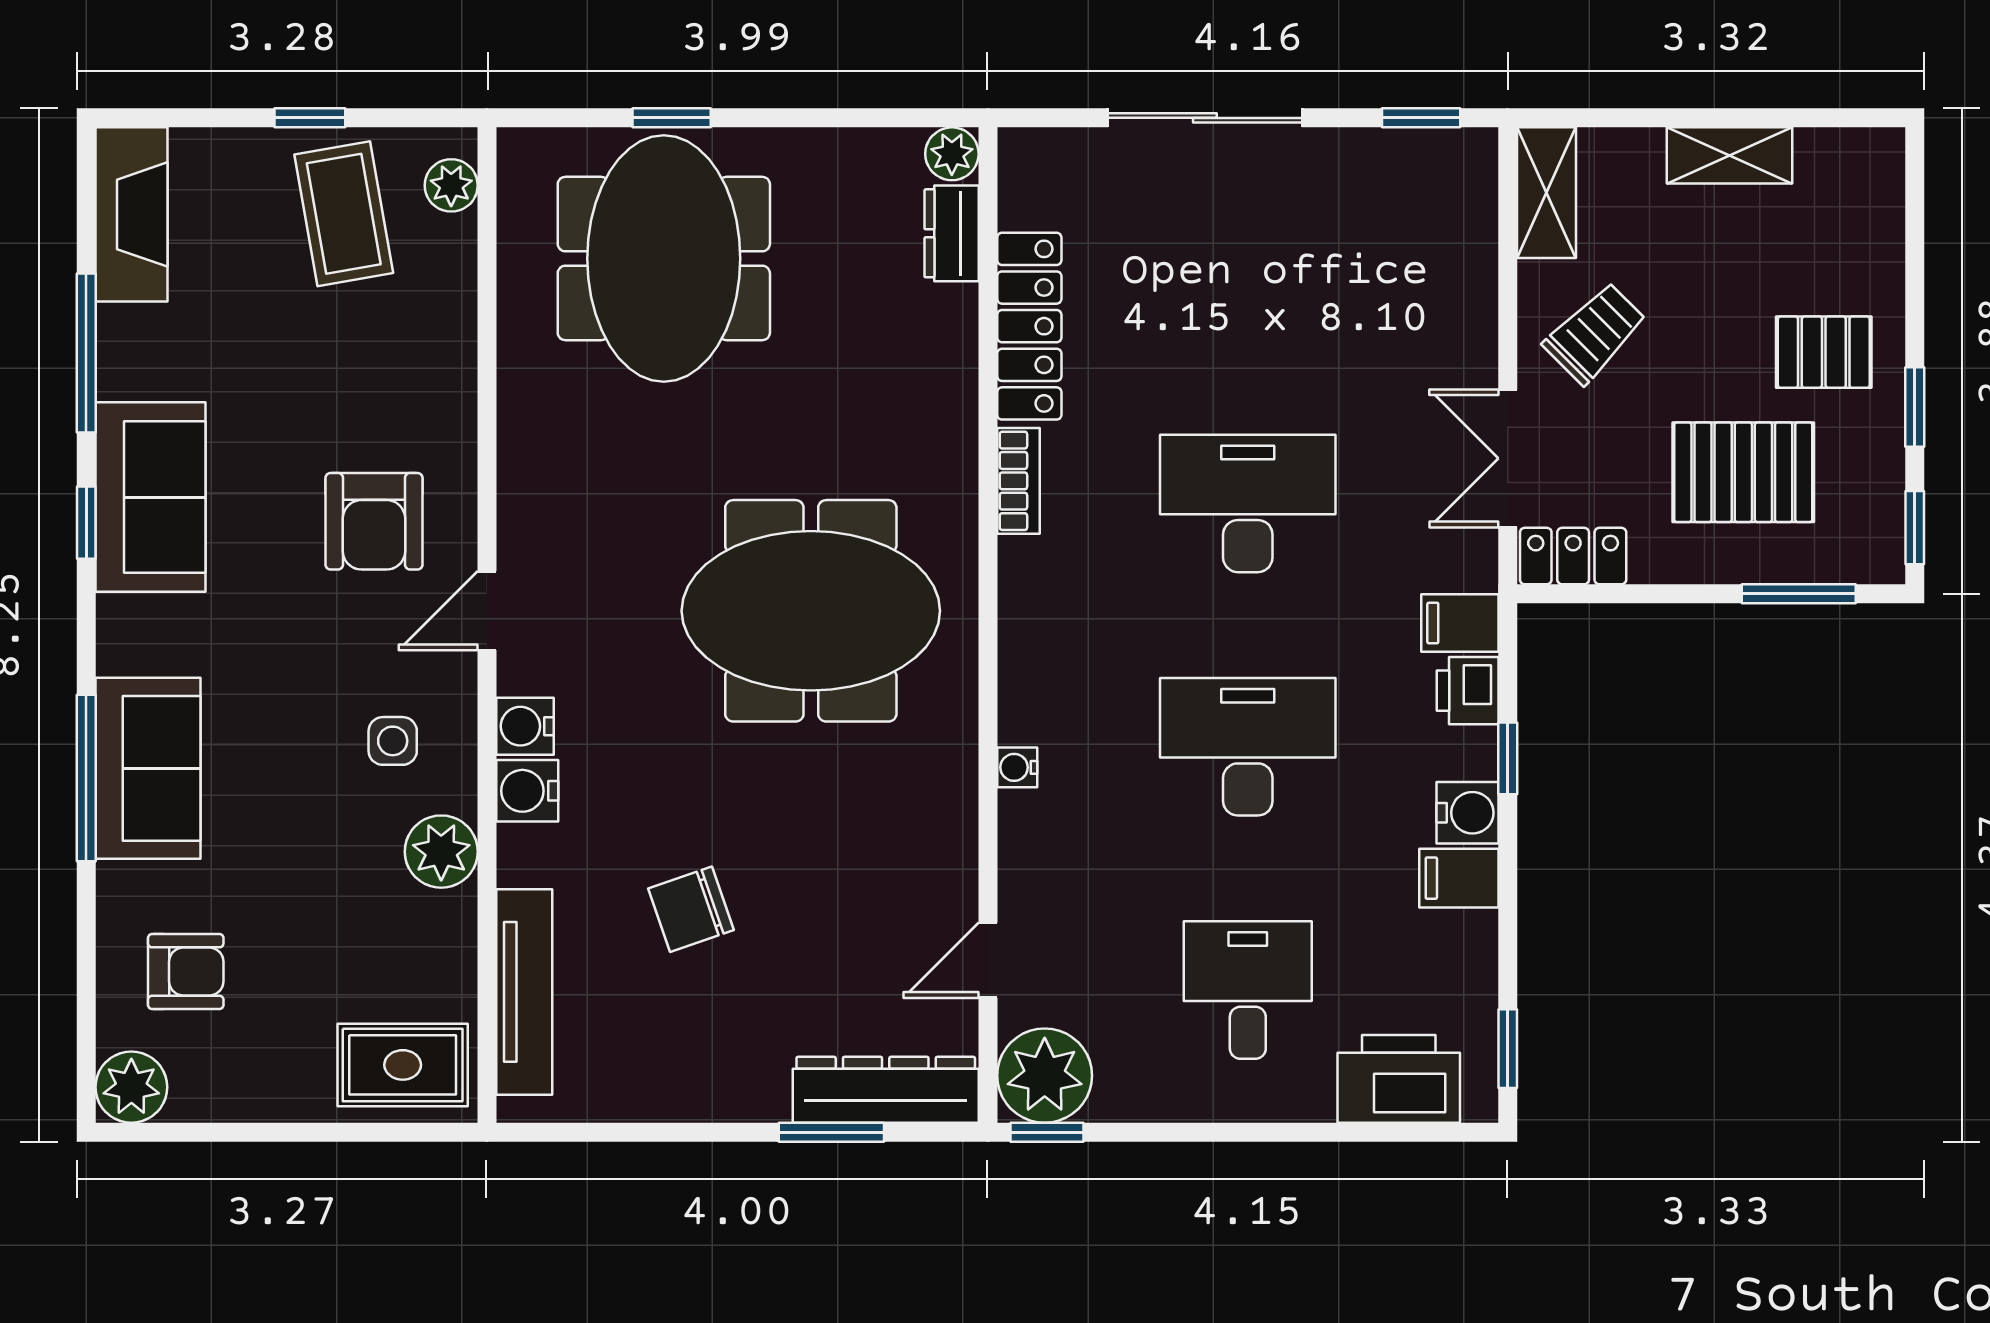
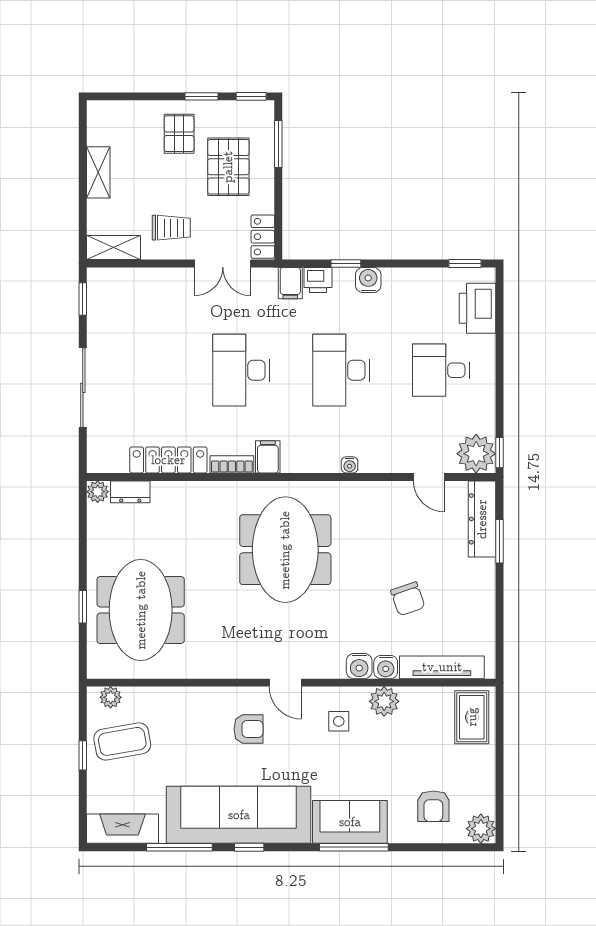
meeting table: (664, 259) -> (141, 610), turned 90
trolley: (1595, 333) -> (171, 228), turned 135
sofa: (150, 497) -> (239, 815), width x1.85, depth x1.27
armchair: (374, 521) -> (248, 729), width x0.72, depth x0.72
water cooler: (525, 726) -> (386, 667), moved
filing cabinet: (1459, 878) -> (268, 457), moved, turned 180
armchair: (186, 972) -> (433, 806), turned 180

